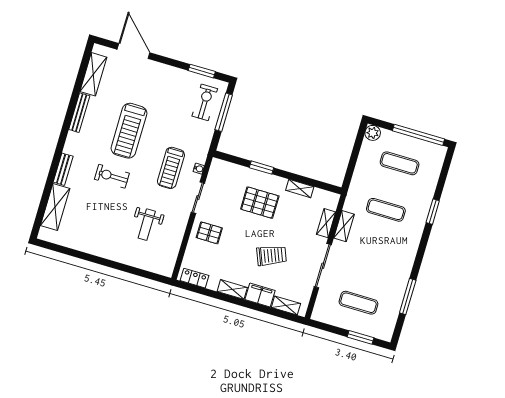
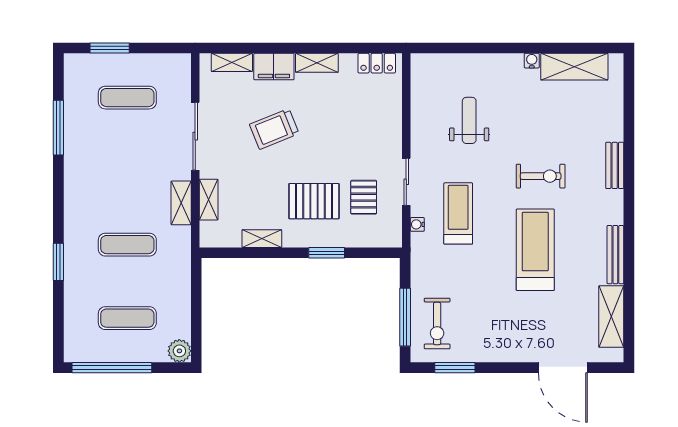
shelving: (55, 207) -> (574, 67), moved, turned 90
pallet: (209, 233) -> (364, 197), moved, turned 90
water cooler: (96, 251) -> (532, 61), added

